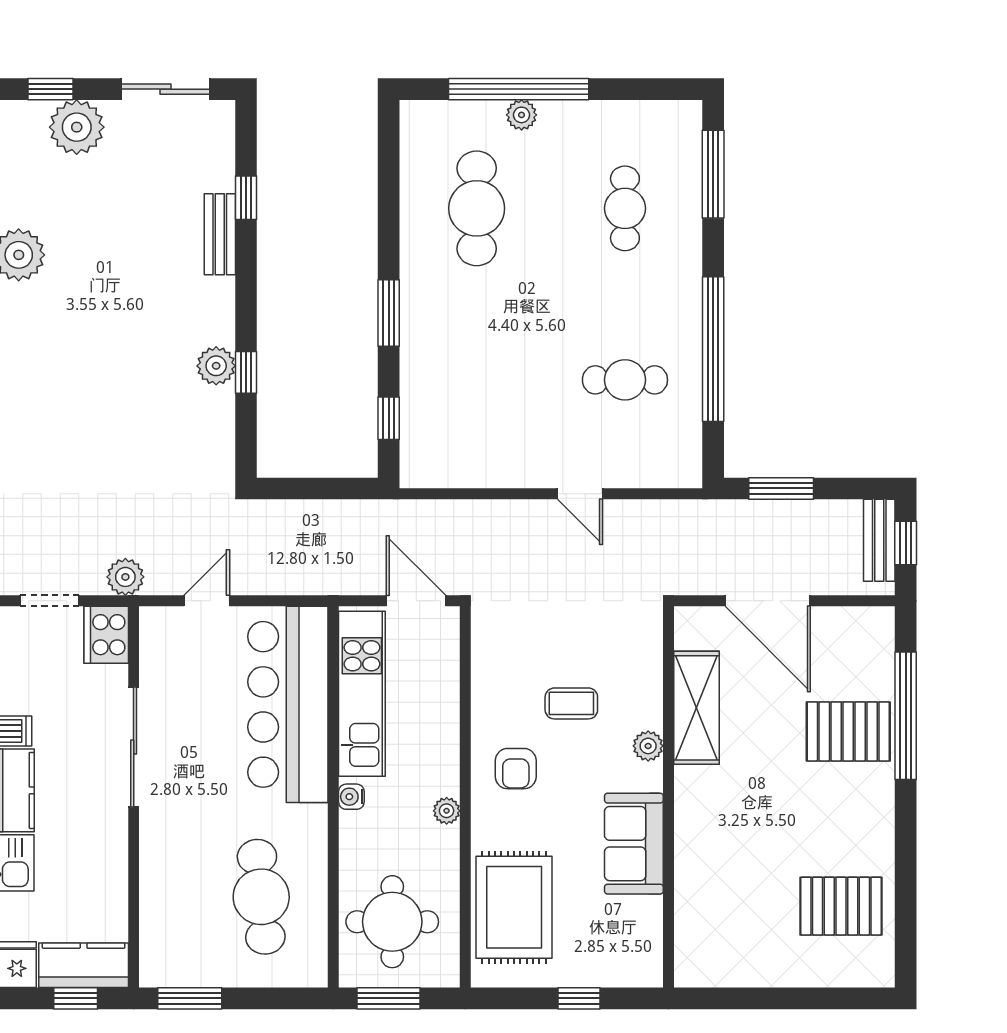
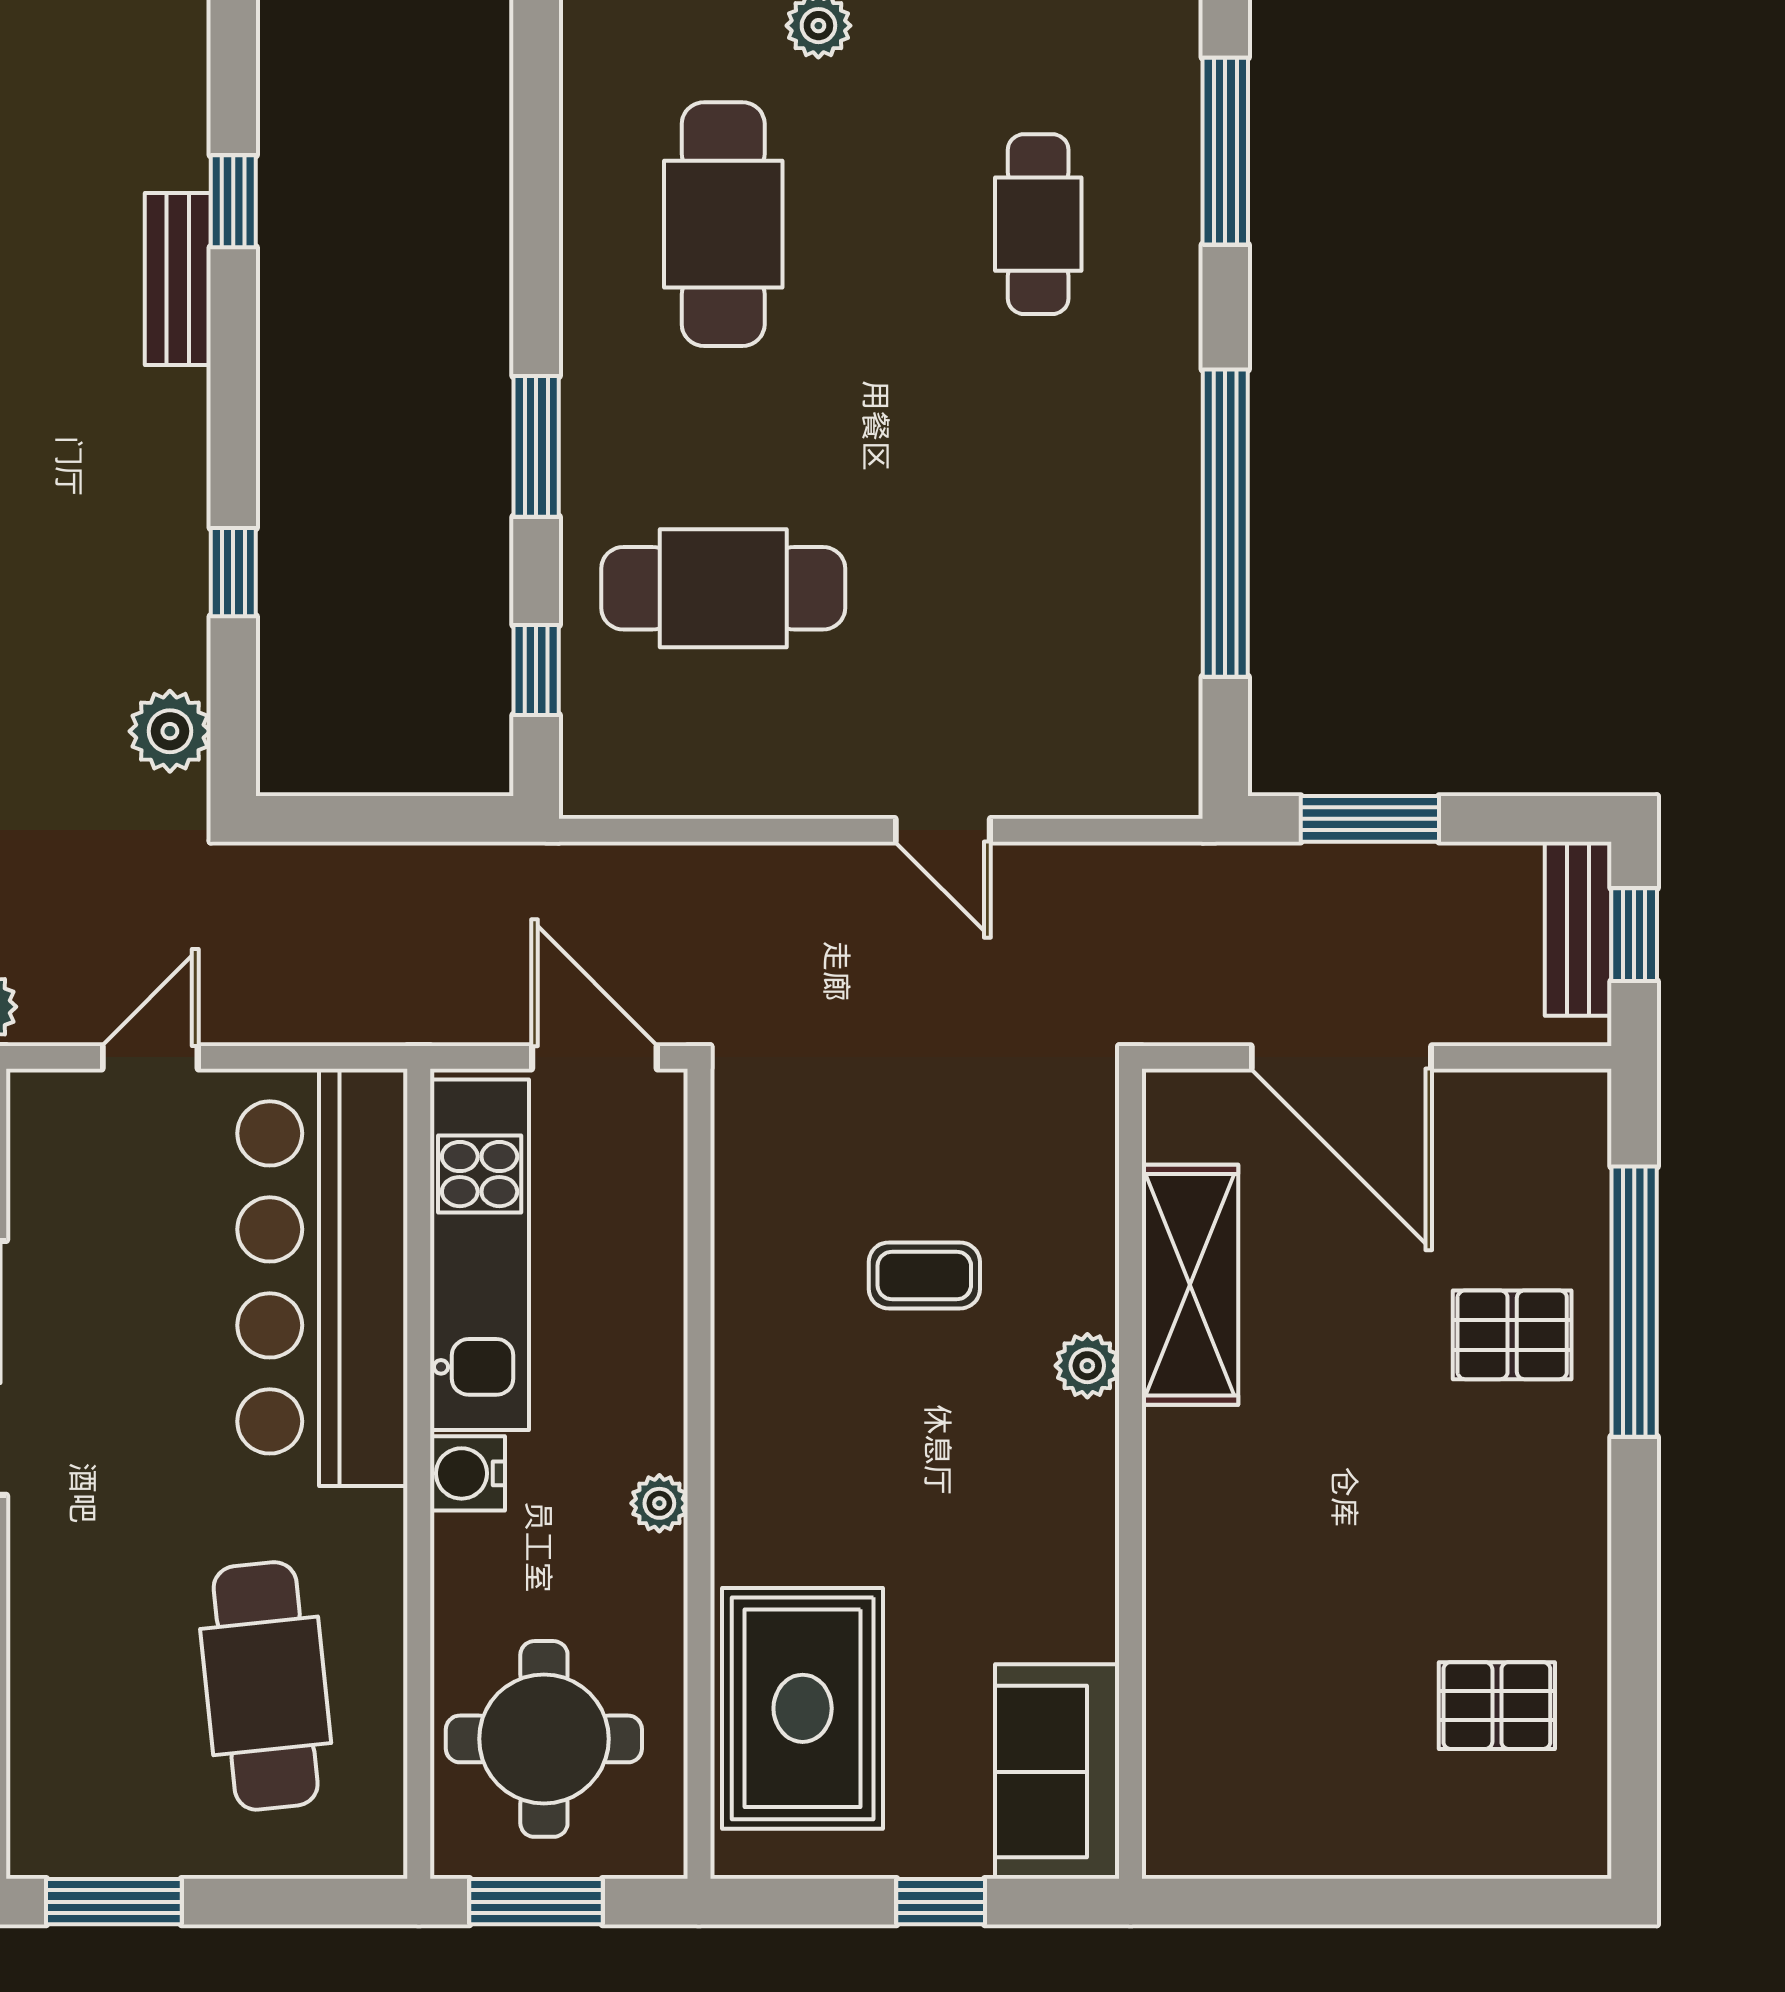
plant: (216, 366) -> (170, 731), moved
cafe table: (625, 380) -> (723, 588), moved, width x1.37, depth x1.35
pallet: (848, 731) -> (1512, 1335), width x0.67, depth x0.71
armchair: (516, 769) -> (806, 1414), removed
water cooler: (351, 797) -> (467, 1473), width x1.38, depth x1.38
sofa: (634, 844) -> (1057, 1772), moved
pallet: (841, 906) -> (1497, 1706), width x0.67, depth x0.71

